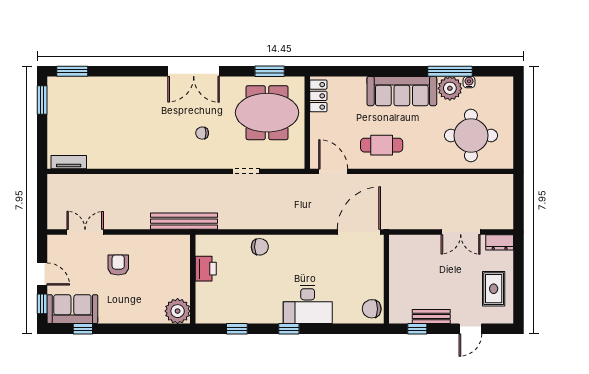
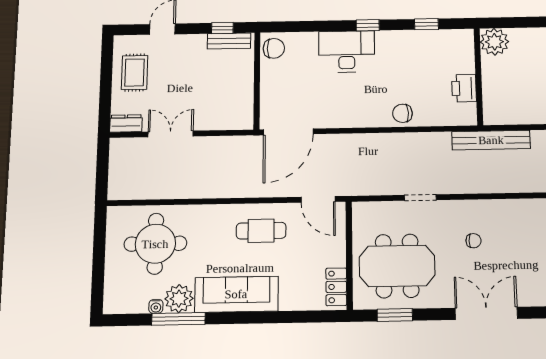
bench: (431, 317) -> (229, 41), moved

